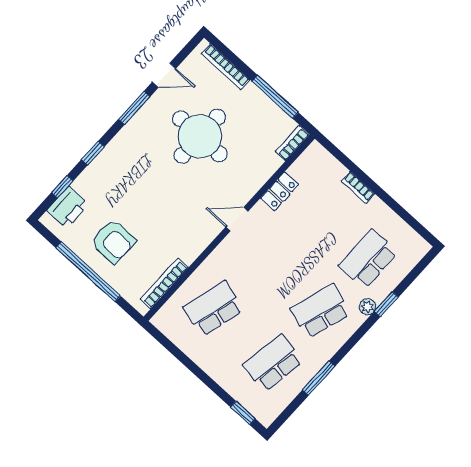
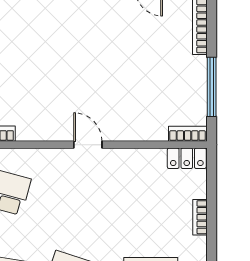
round table: (200, 136) -> (127, 56), removed
locker: (280, 191) -> (187, 158), moved

